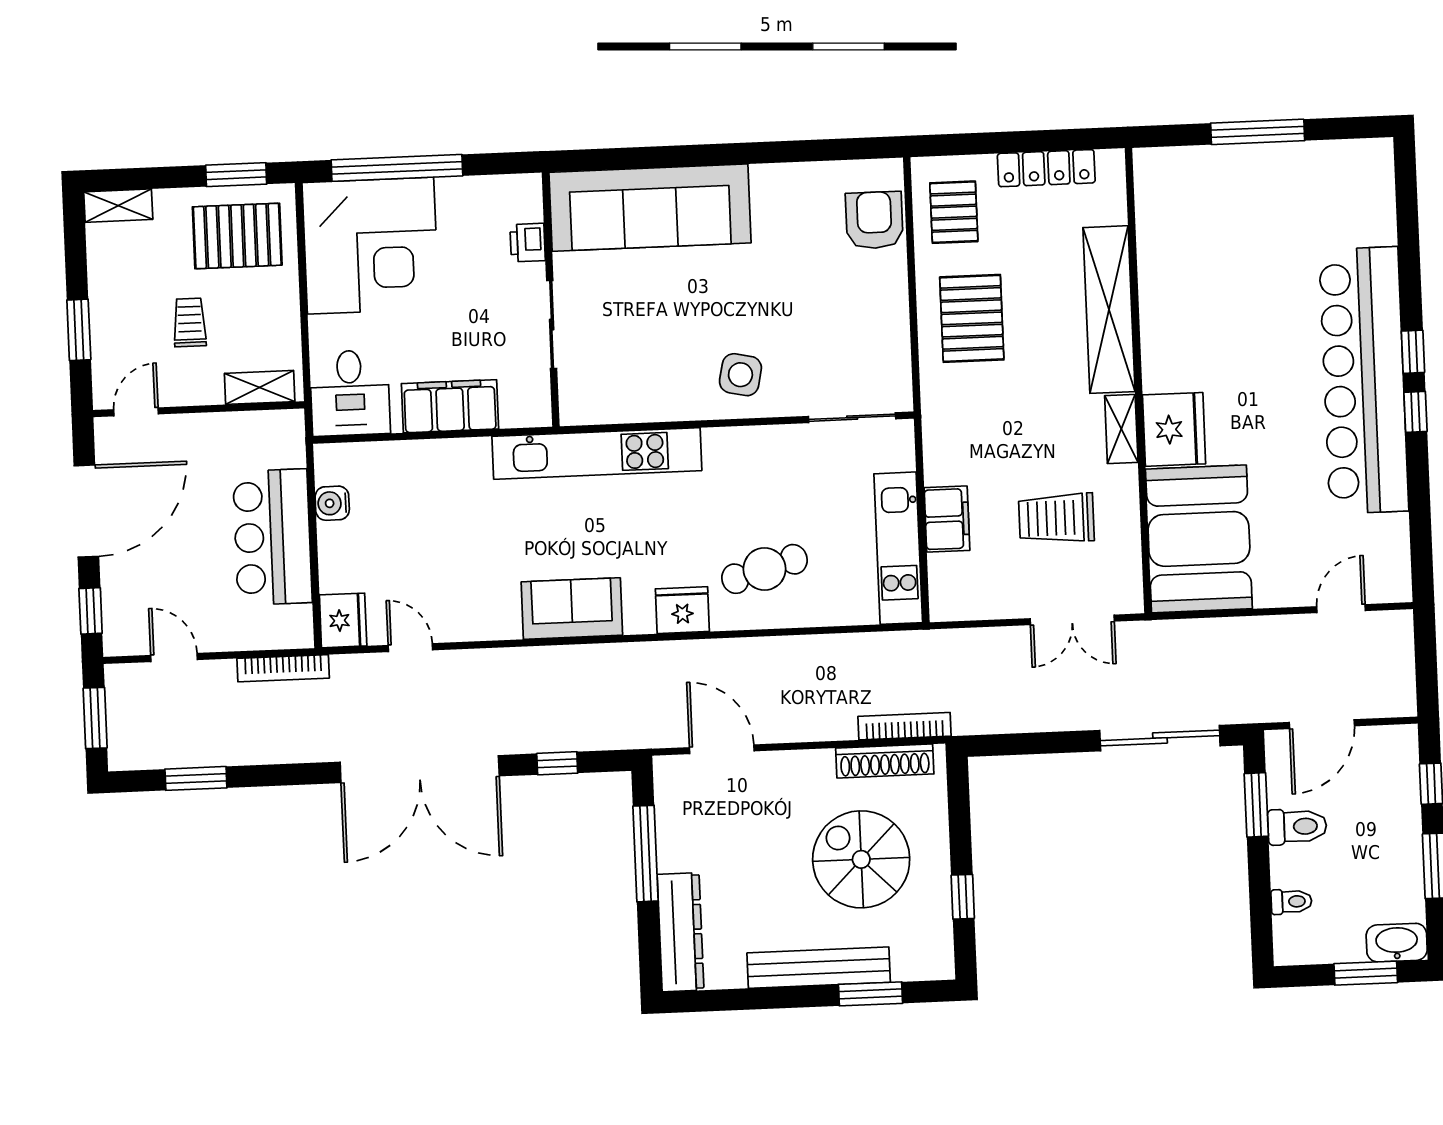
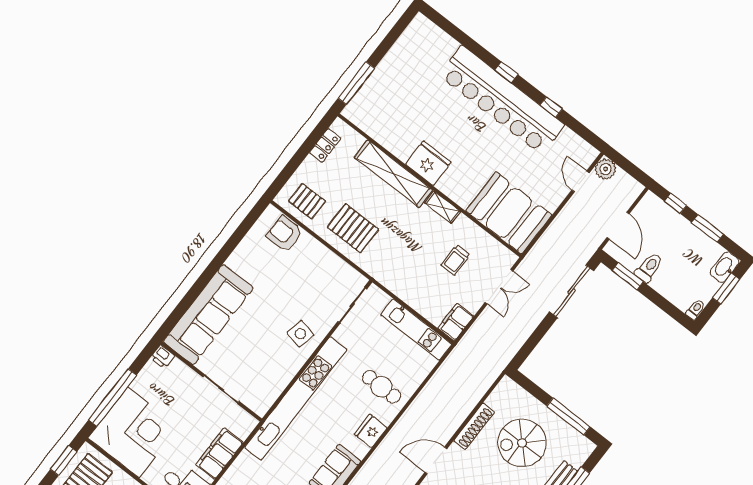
window: (1258, 132) -> (356, 83), moved
locker: (1046, 168) -> (325, 145), width x0.66
printer: (528, 243) -> (163, 357), moved
window: (1415, 412) -> (551, 107), moved
fridge: (1174, 429) -> (428, 163), moved
kitchen unit: (597, 453) -> (296, 398), width x1.36
trolley: (1056, 518) -> (455, 260), width x0.73, depth x0.72
filing cabinet: (947, 519) -> (456, 322), moved, turned -90
cafe table: (765, 569) -> (381, 387), turned -74
plant: (1393, 631) -> (606, 169), added
bookcase: (905, 726) -> (486, 384), removed
shoe rack: (885, 761) -> (474, 426), moved
window: (963, 897) -> (569, 416), width x2.17
toilet: (1291, 902) -> (695, 309), moved

